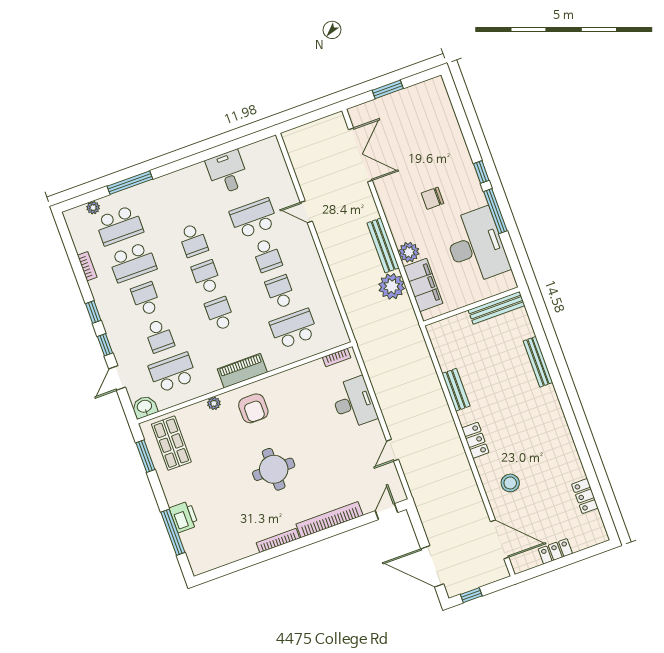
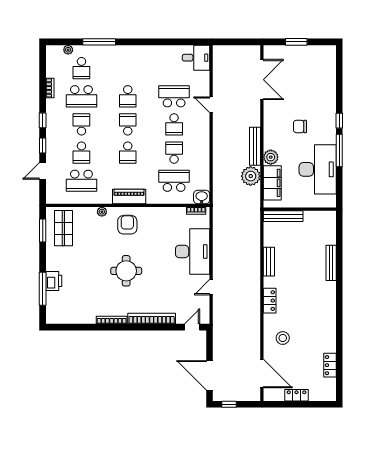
desk: (227, 172) -> (196, 58), moved, turned 90
school desk: (119, 225) -> (81, 68), width x0.54
bench: (496, 308) -> (283, 216), moved
school desk: (220, 314) -> (128, 153), turned 180
school desk: (173, 373) -> (81, 181), turned 180
desk: (354, 403) -> (193, 251), width x1.36, depth x1.30
washbasin: (145, 407) -> (202, 197), moved
armchair: (253, 408) -> (127, 225), turned 180

